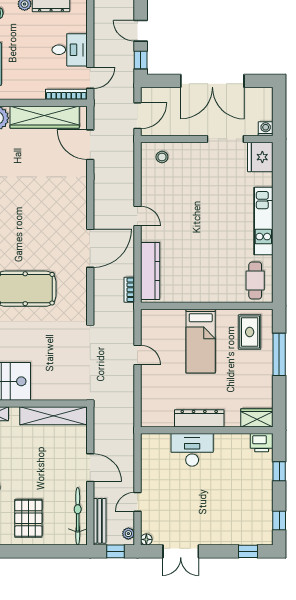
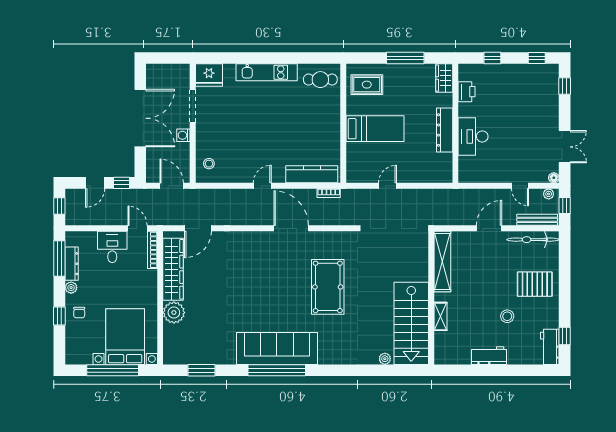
washing machine: (266, 129) -> (183, 135), moved
window: (279, 354) -> (405, 58), moved
printer: (262, 443) -> (467, 92), moved

